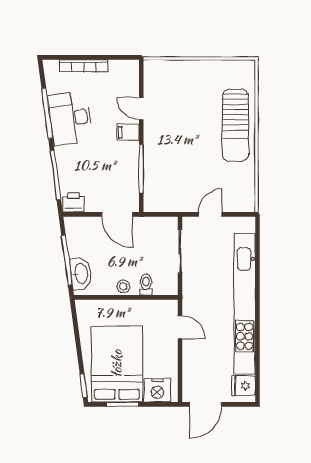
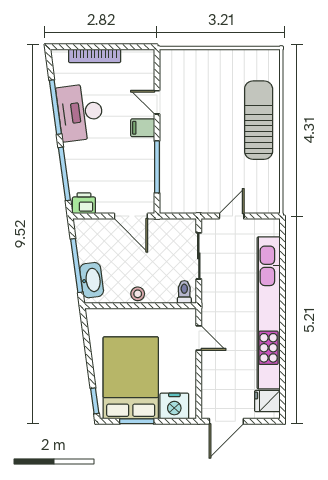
sun lounger: (235, 125) -> (259, 120), turned 180
toilet: (146, 285) -> (184, 292), moved

